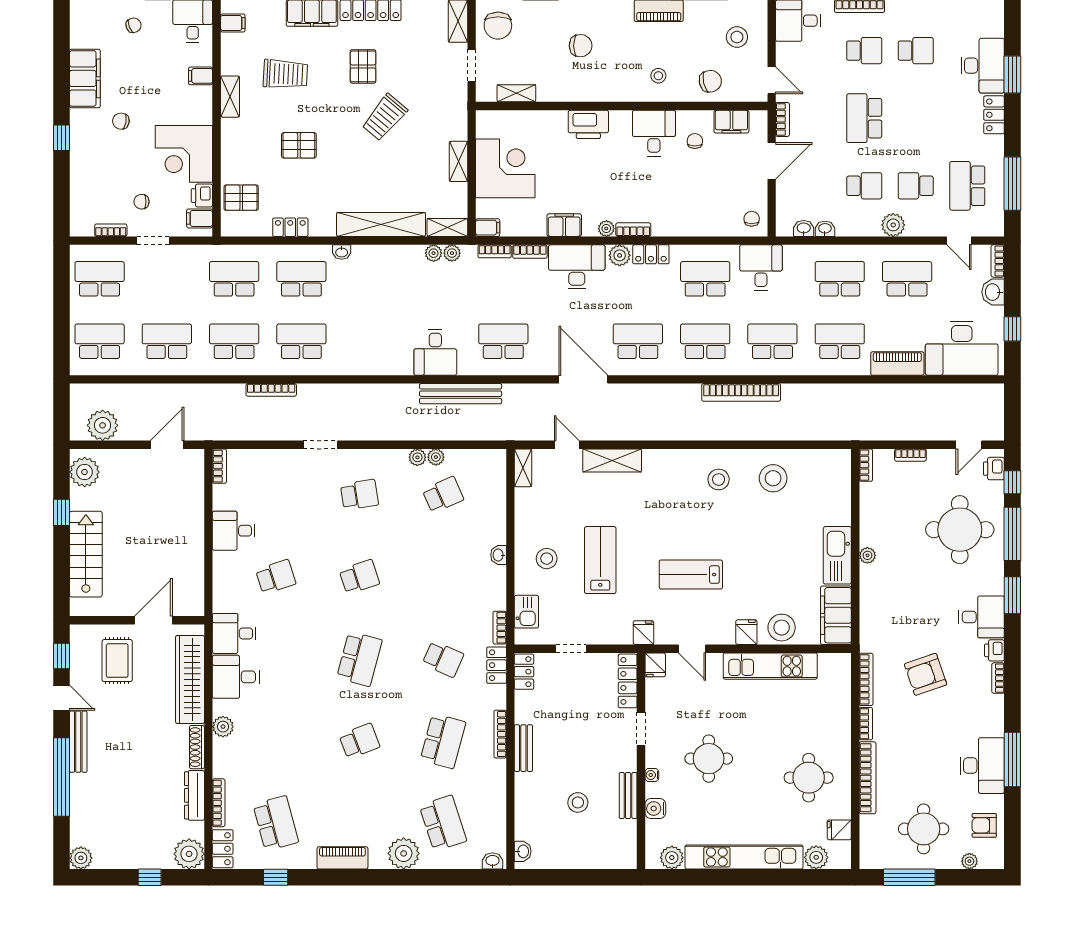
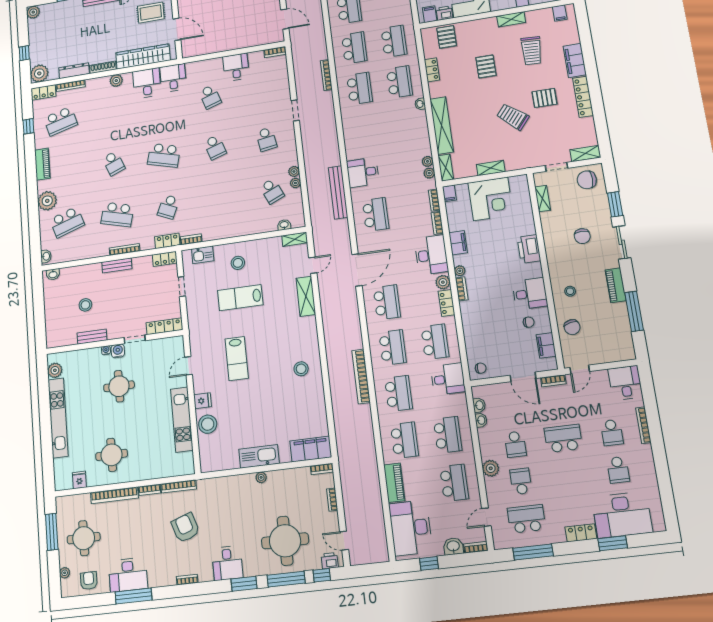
stool: (737, 37) -> (606, 341), removed
desk: (983, 66) -> (622, 515), width x1.36, depth x1.30
stool: (773, 478) -> (306, 406), removed
washbasin: (499, 555) -> (284, 225), moved
lab bench: (600, 560) -> (240, 298), turned 180
lab bench: (691, 575) -> (237, 359), turned 180
filing cabinet: (836, 615) -> (311, 449), moved
fridge: (643, 633) -> (196, 332), removed
printer: (994, 650) -> (206, 575), removed
fridge: (655, 665) -> (176, 343), removed
water cooler: (655, 809) -> (118, 351), moved
plant: (816, 857) -> (61, 466), removed

